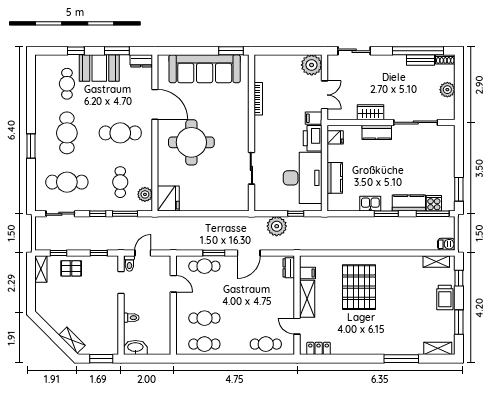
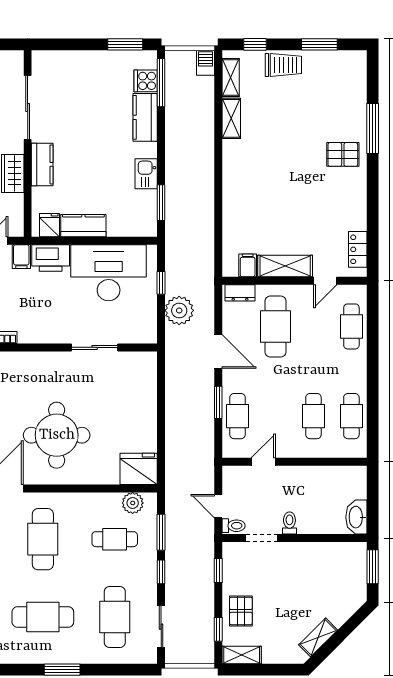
kitchen counter: (335, 178) -> (83, 226), moved
window: (386, 214) -> (161, 203), moved
pallet: (359, 287) -> (343, 154), moved, width x0.49, depth x0.50
cafe table: (266, 292) -> (275, 326), added
toilet: (131, 318) -> (289, 523), moved
shelving: (72, 340) -> (318, 637), moved
shelving: (438, 348) -> (231, 118), moved

